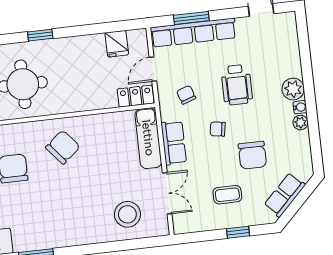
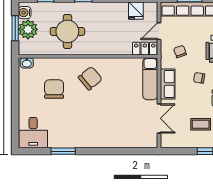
stool: (127, 214) -> (130, 130), removed

